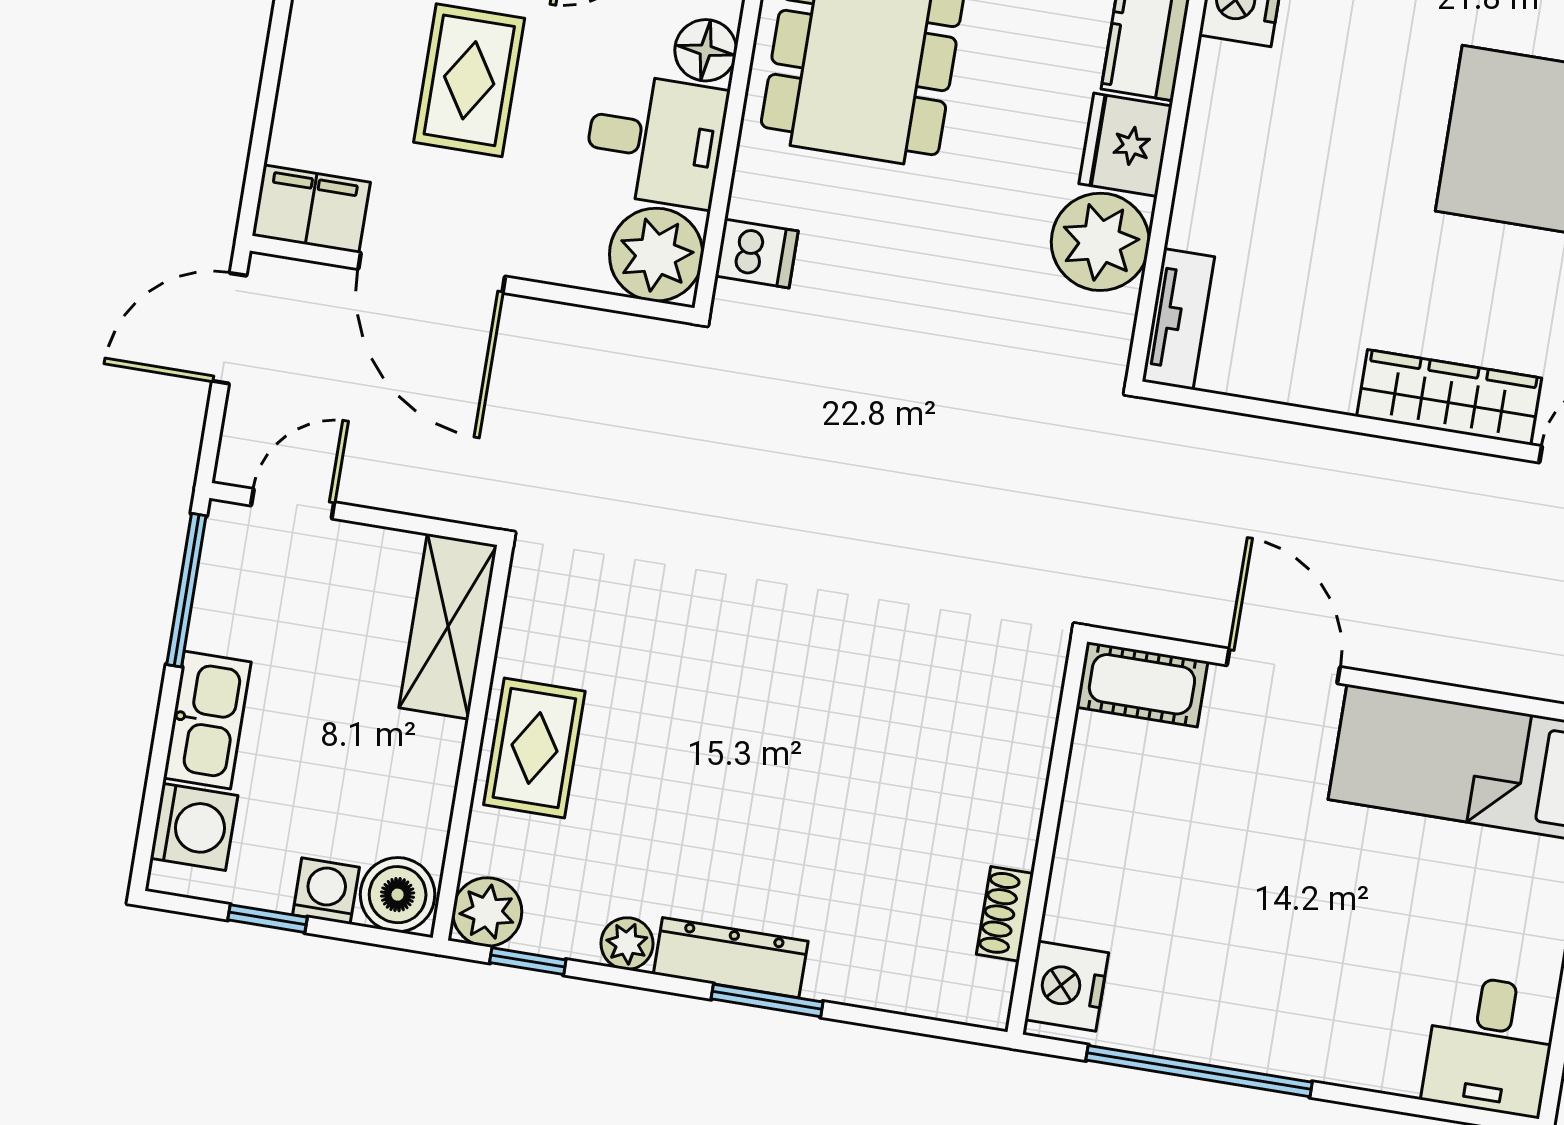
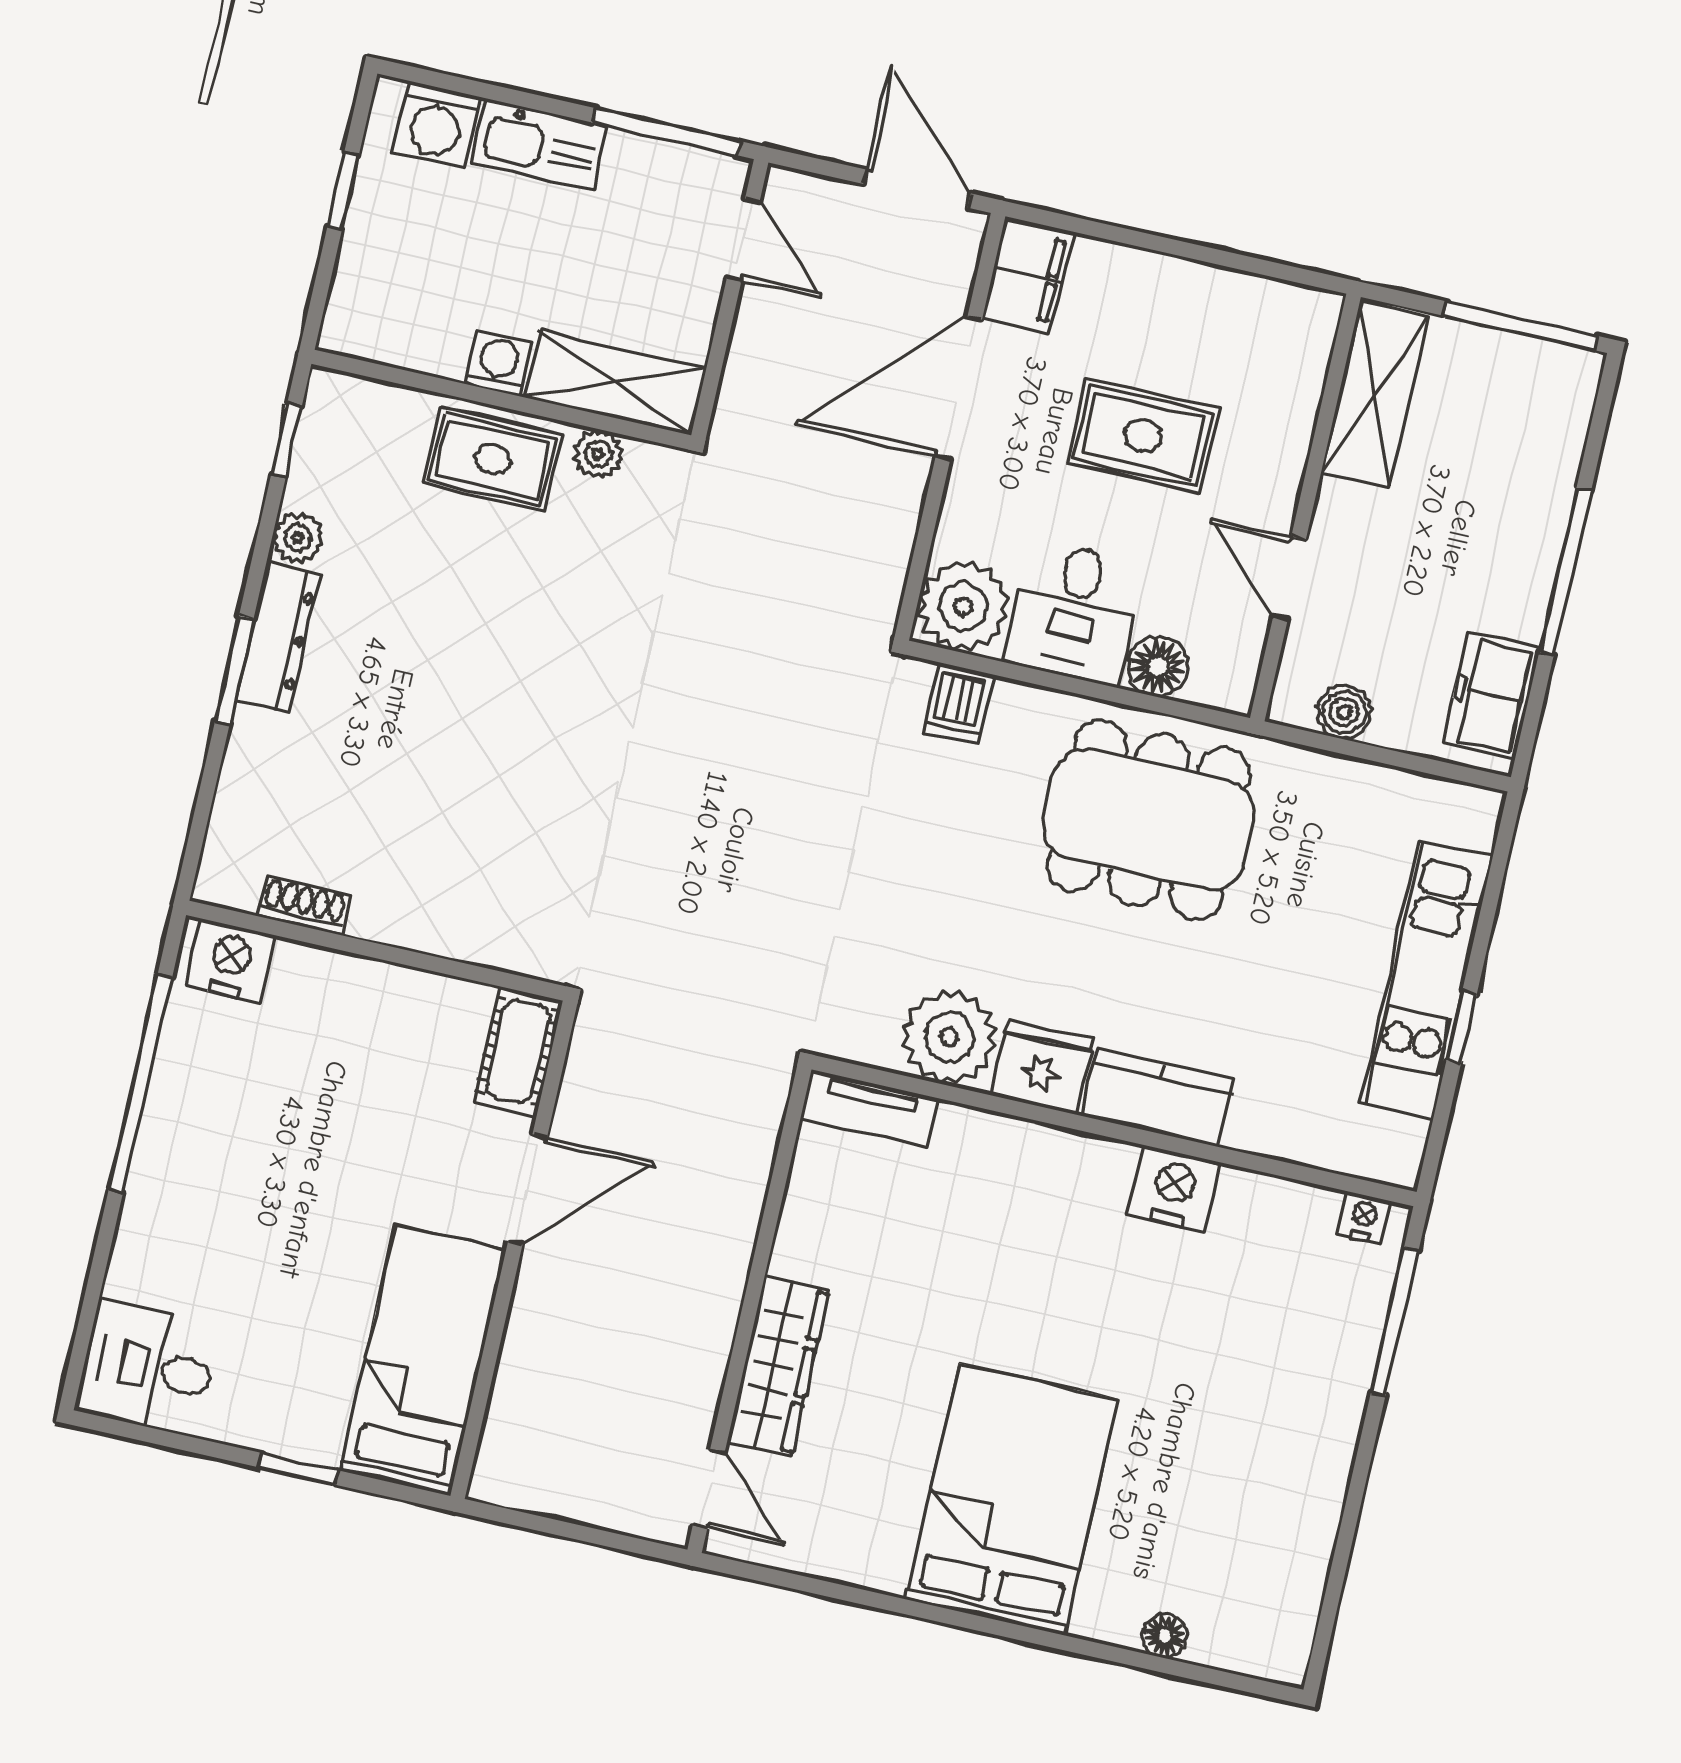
washing machine: (326, 891) -> (498, 362), moved, turned -90
boiler: (398, 895) -> (359, 318), removed
plant: (487, 912) -> (598, 454), moved, width x0.73, depth x0.73

